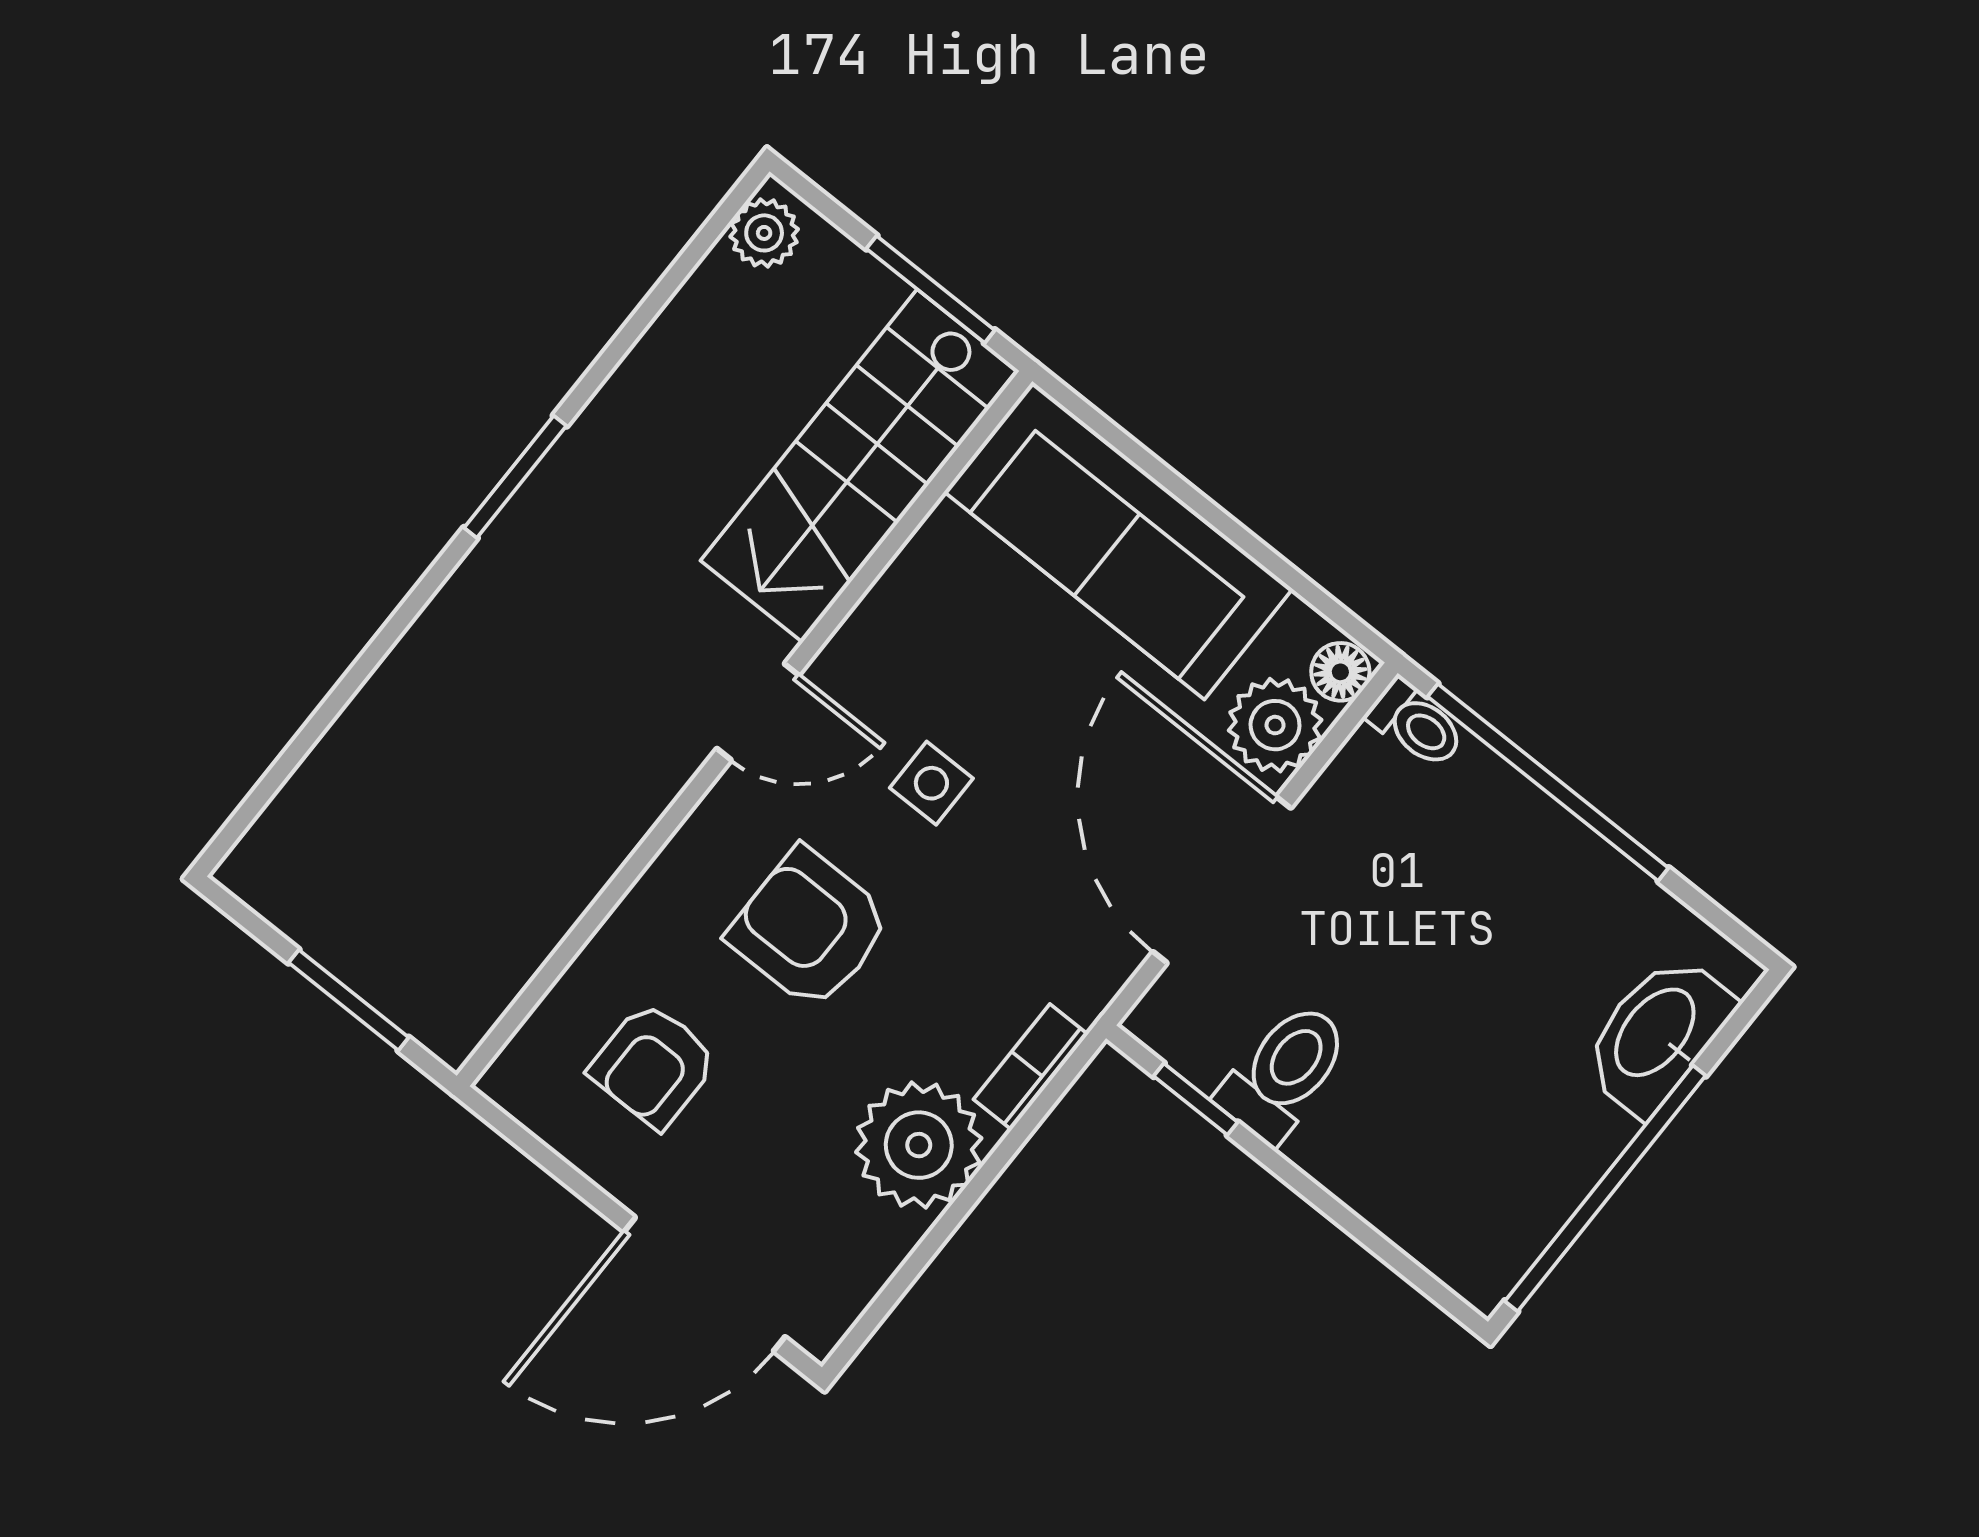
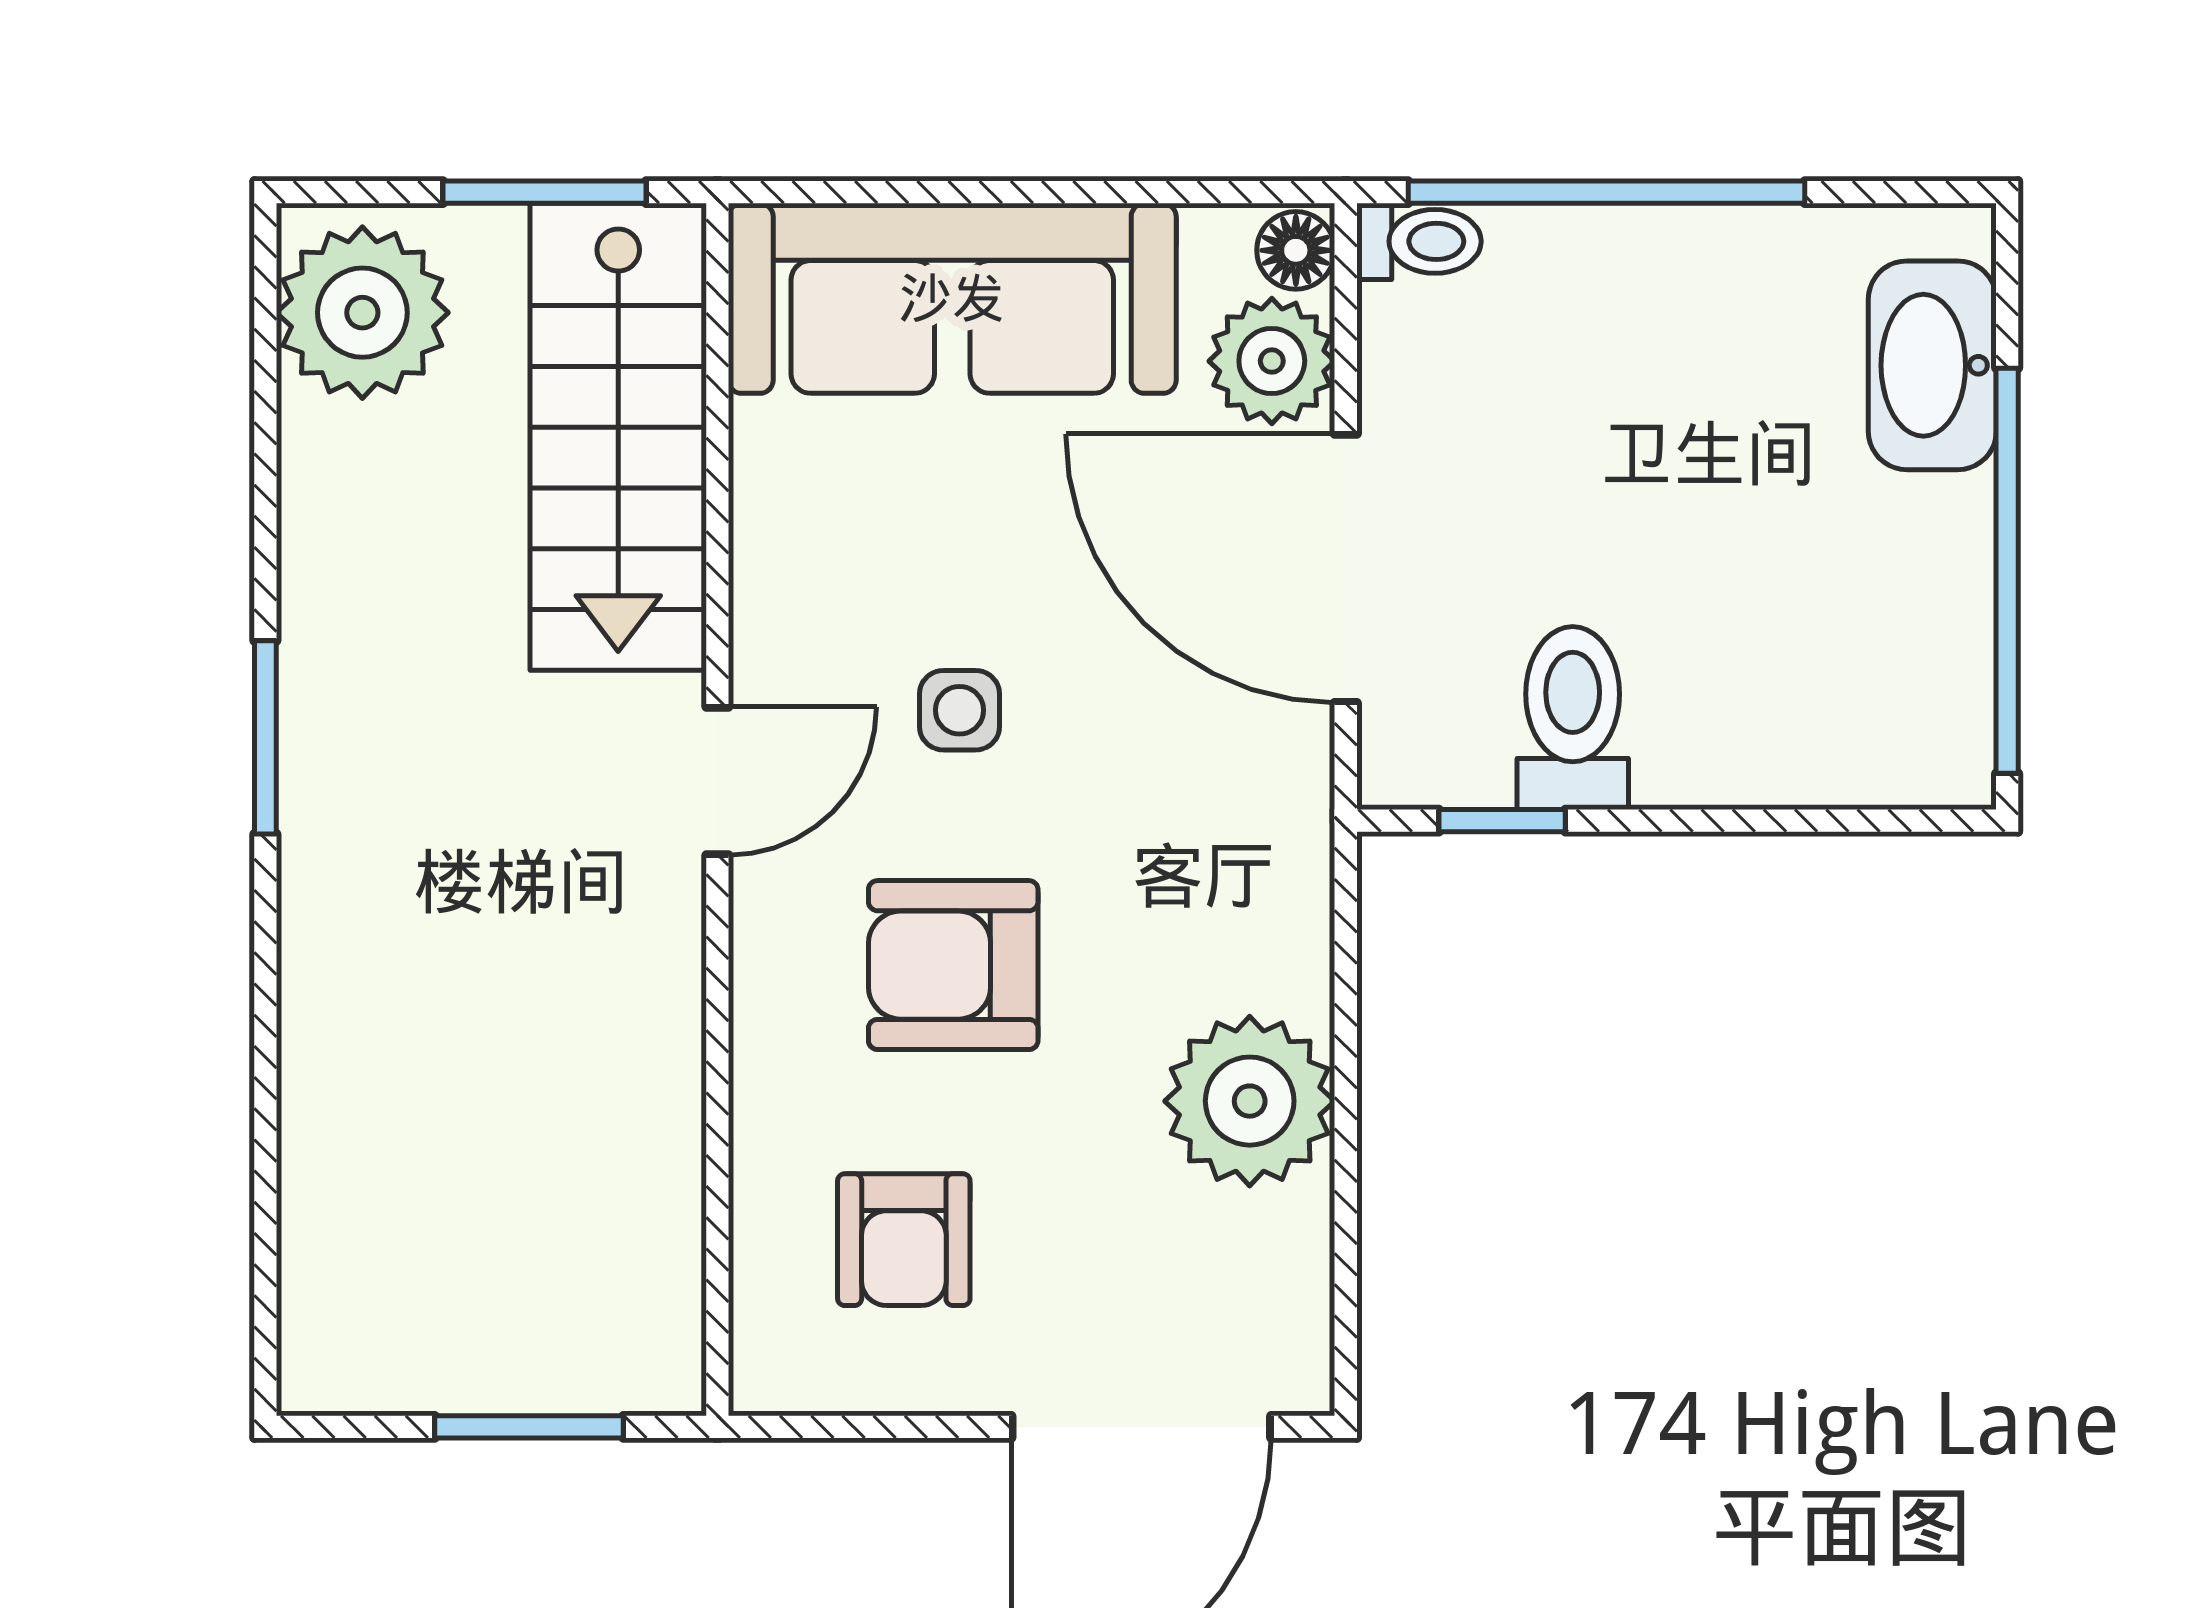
plant: (764, 233) -> (362, 313), width x1.88, depth x1.88
bookcase: (1031, 1067) -> (1302, 925), removed

